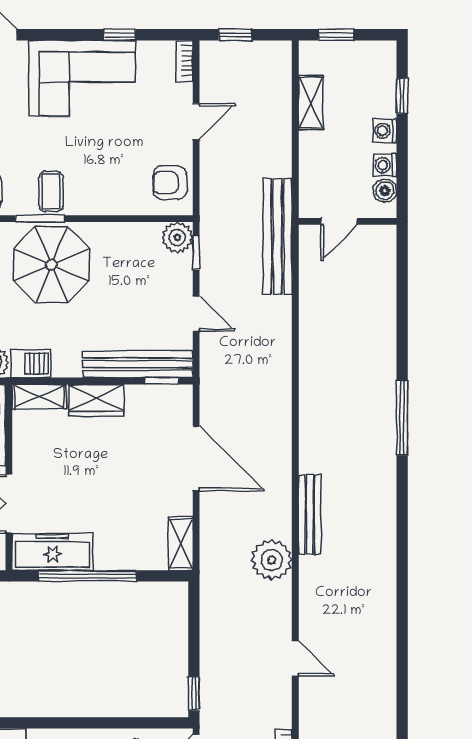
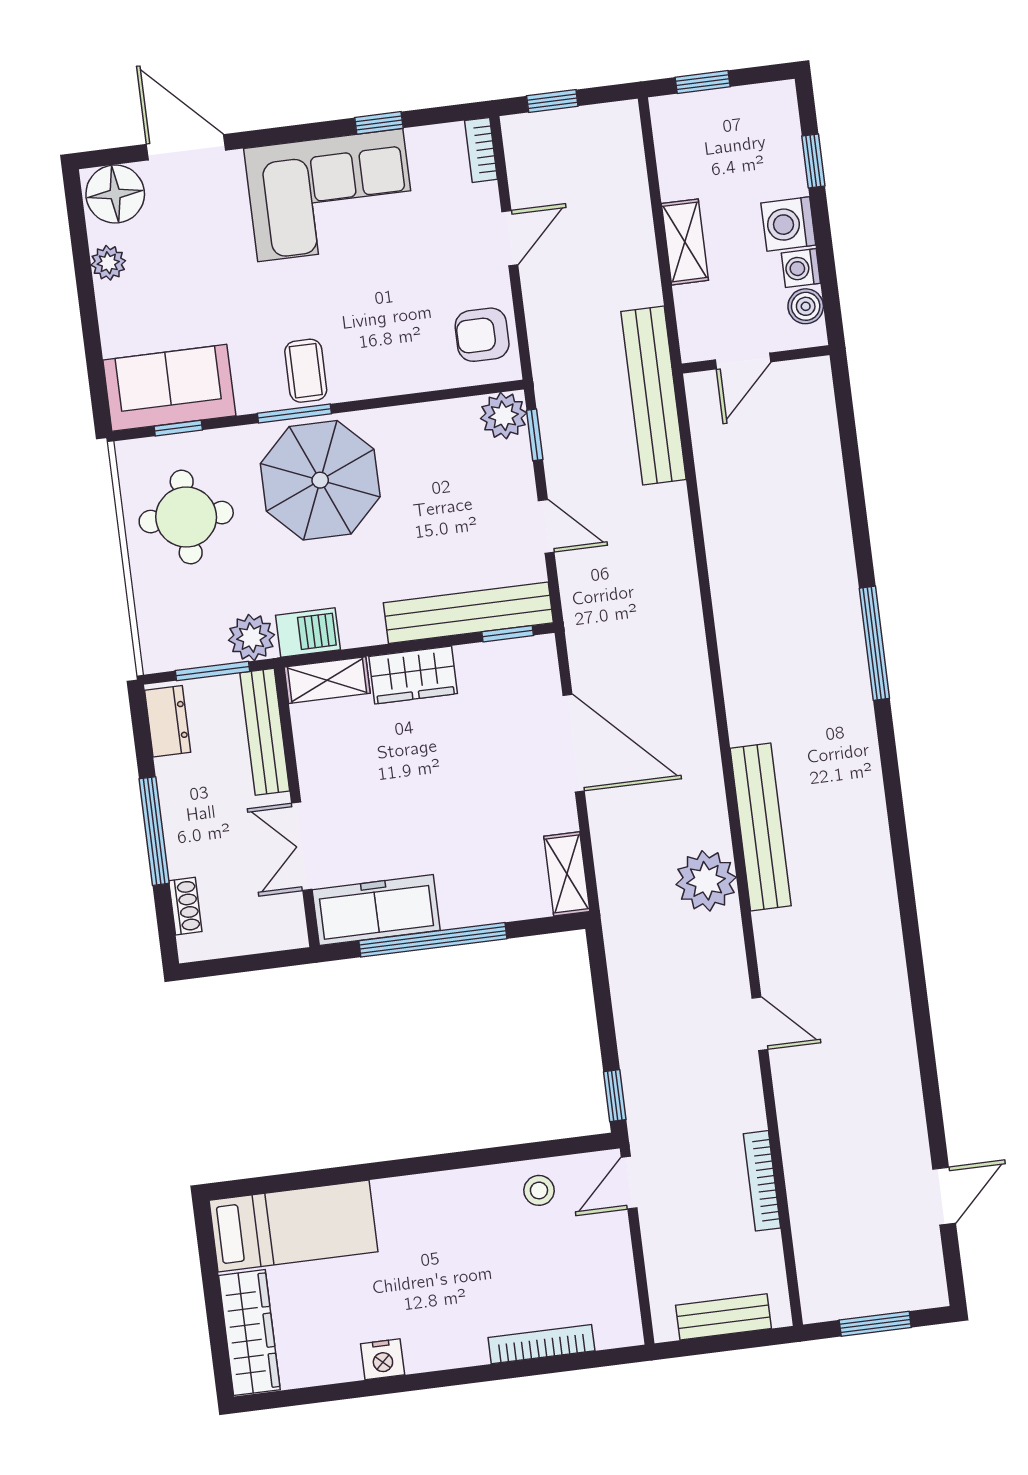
shelving: (311, 103) -> (685, 242), moved
washing machine: (385, 131) -> (788, 224), width x1.38, depth x1.38
bench: (310, 514) -> (761, 827), width x1.37, depth x1.21

